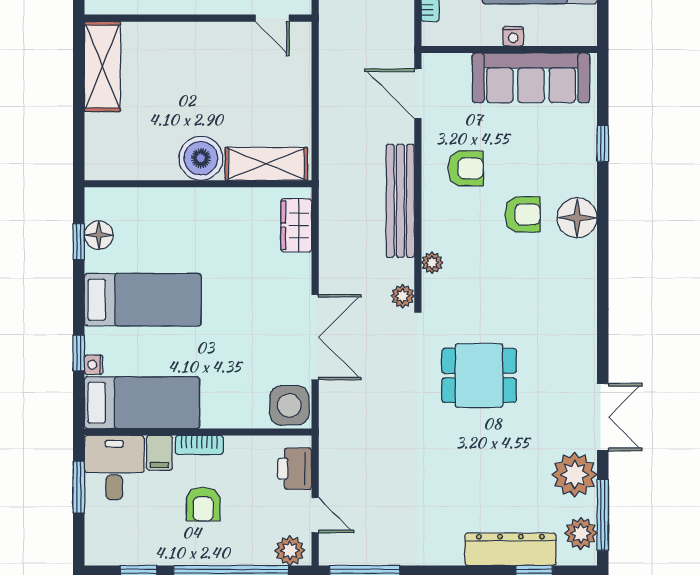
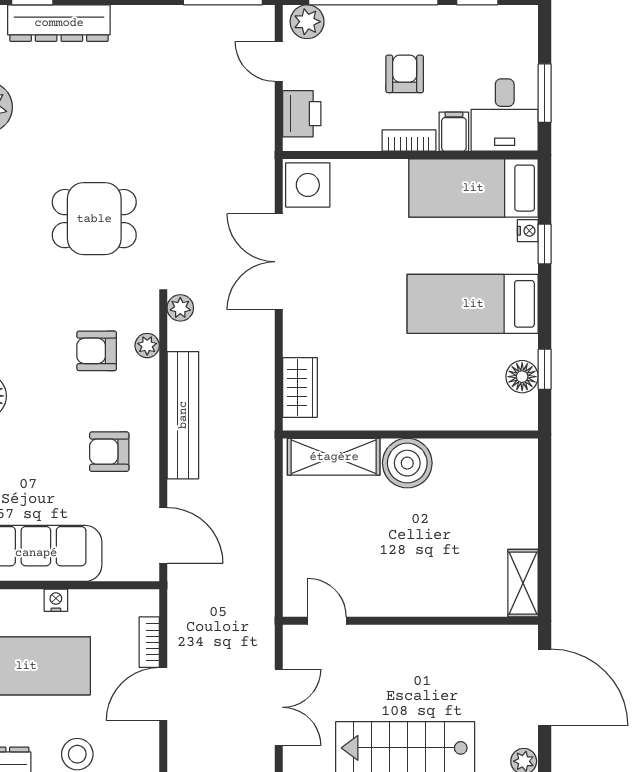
shelving: (102, 66) -> (523, 583), width x0.67, depth x0.75
armchair: (522, 214) -> (97, 351), moved

